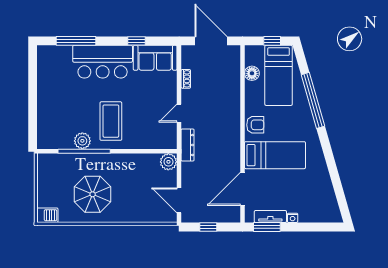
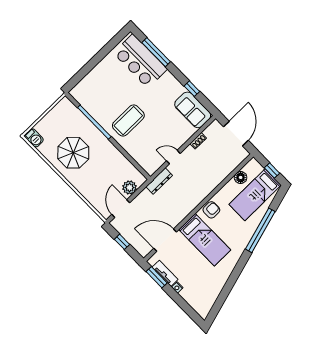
bar counter: (103, 62) -> (140, 61), moved
armchair: (255, 125) -> (211, 210), turned -90
plant: (82, 141) -> (100, 115), removed
plant: (168, 162) -> (130, 187), moved

